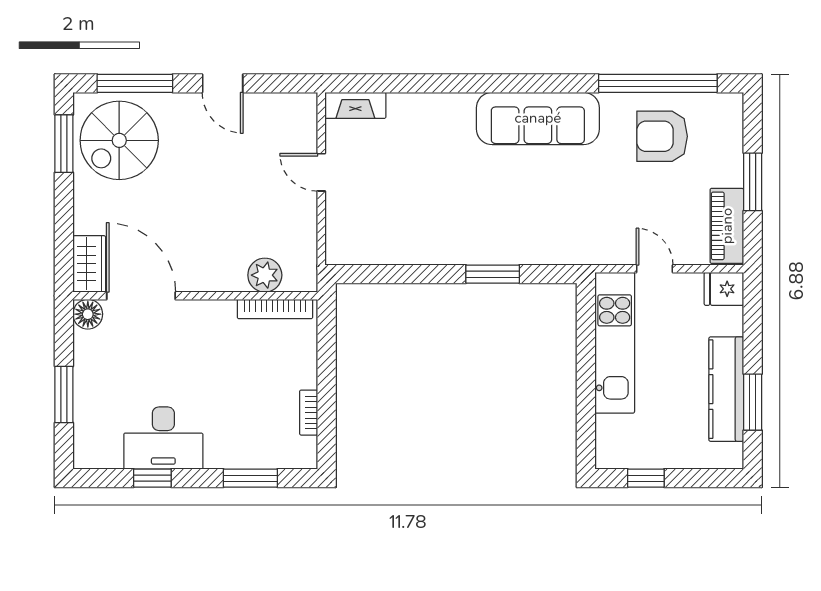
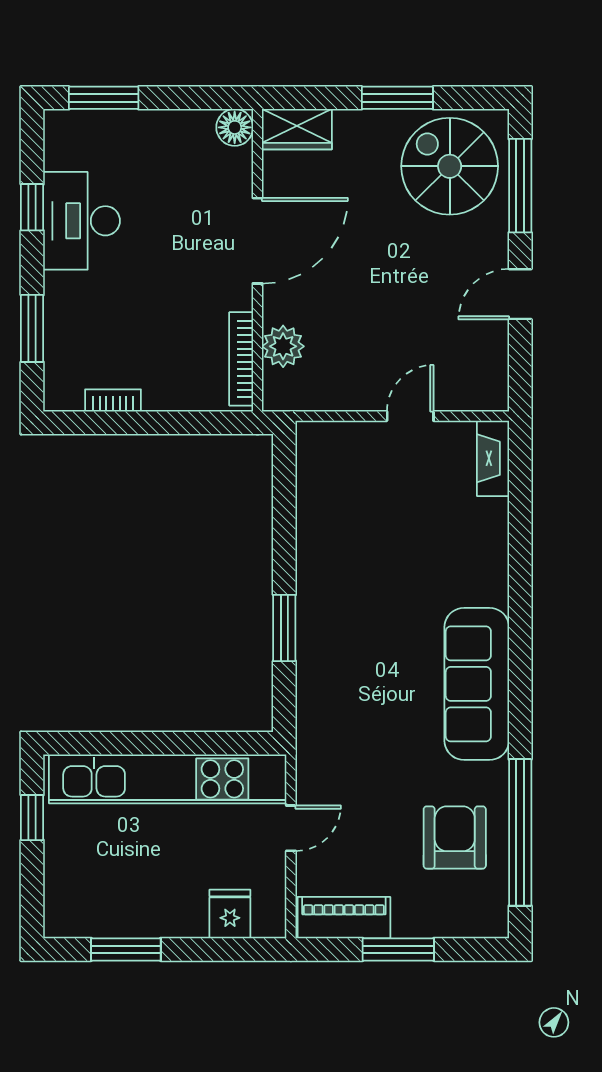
window: (64, 144) -> (397, 98), moved
fridge: (724, 289) -> (230, 914), moved
door: (141, 296) -> (258, 241), moved
kitchen unit: (615, 343) -> (168, 779), width x1.36
kitchen counter: (726, 389) -> (142, 917), removed
window: (64, 395) -> (104, 98), moved

